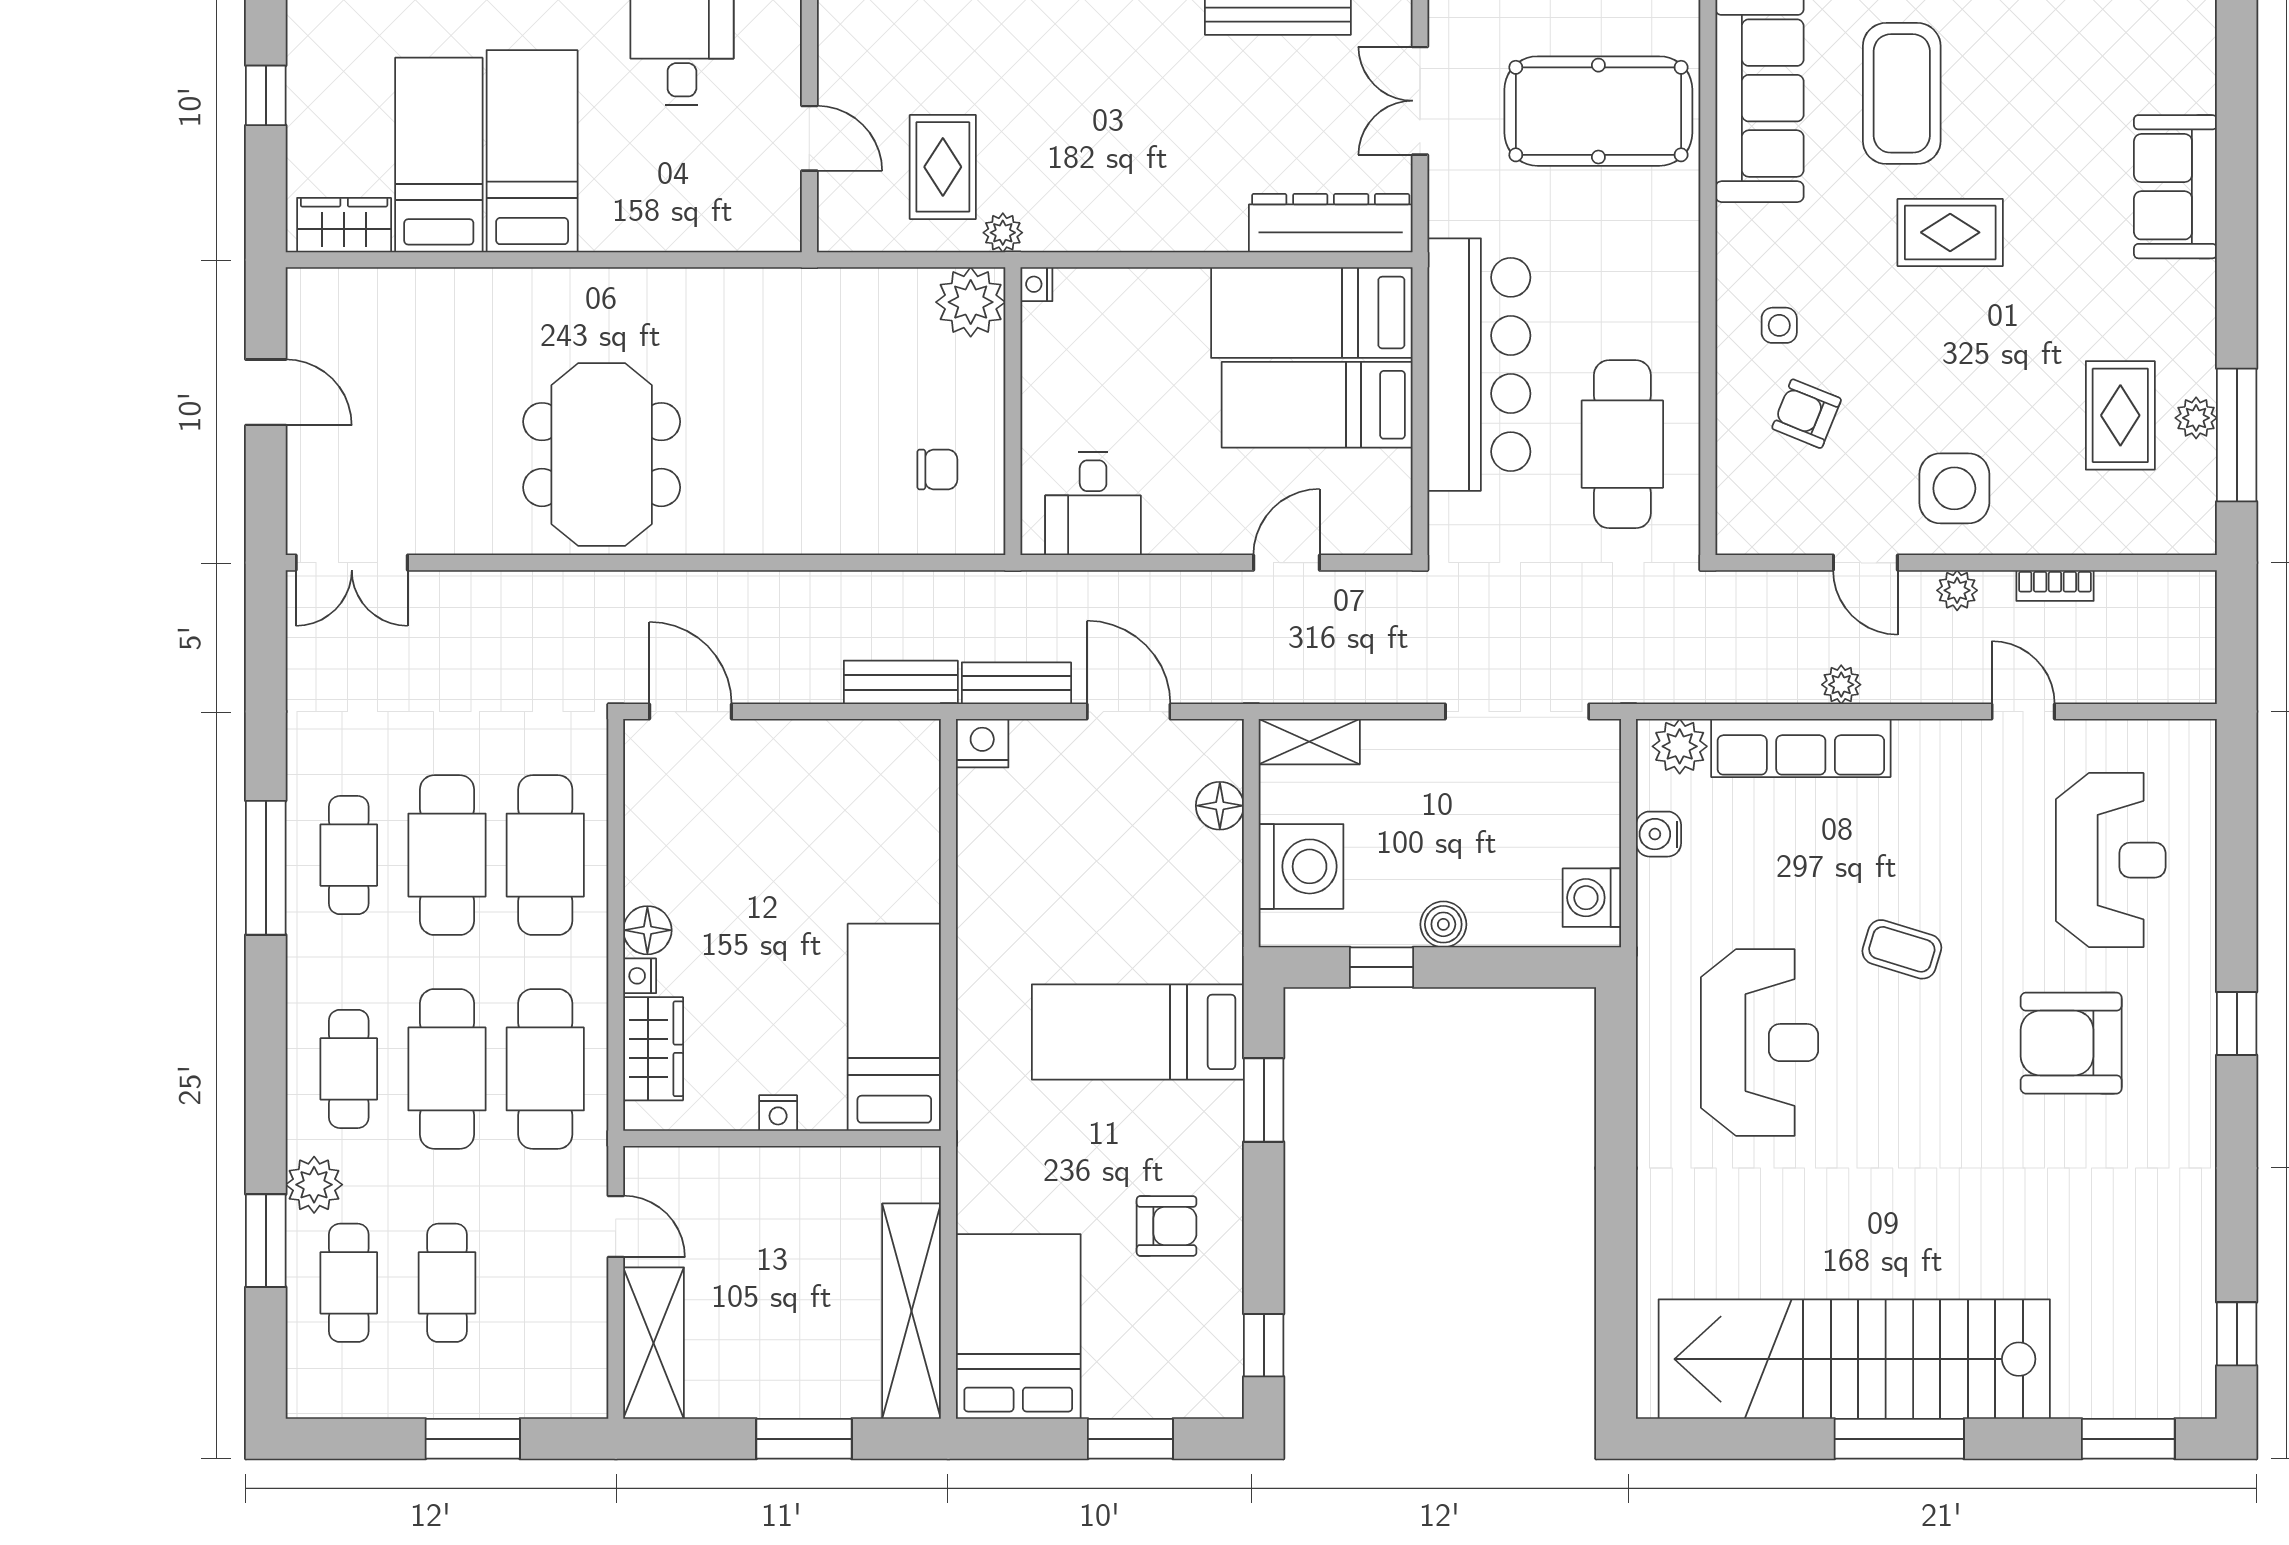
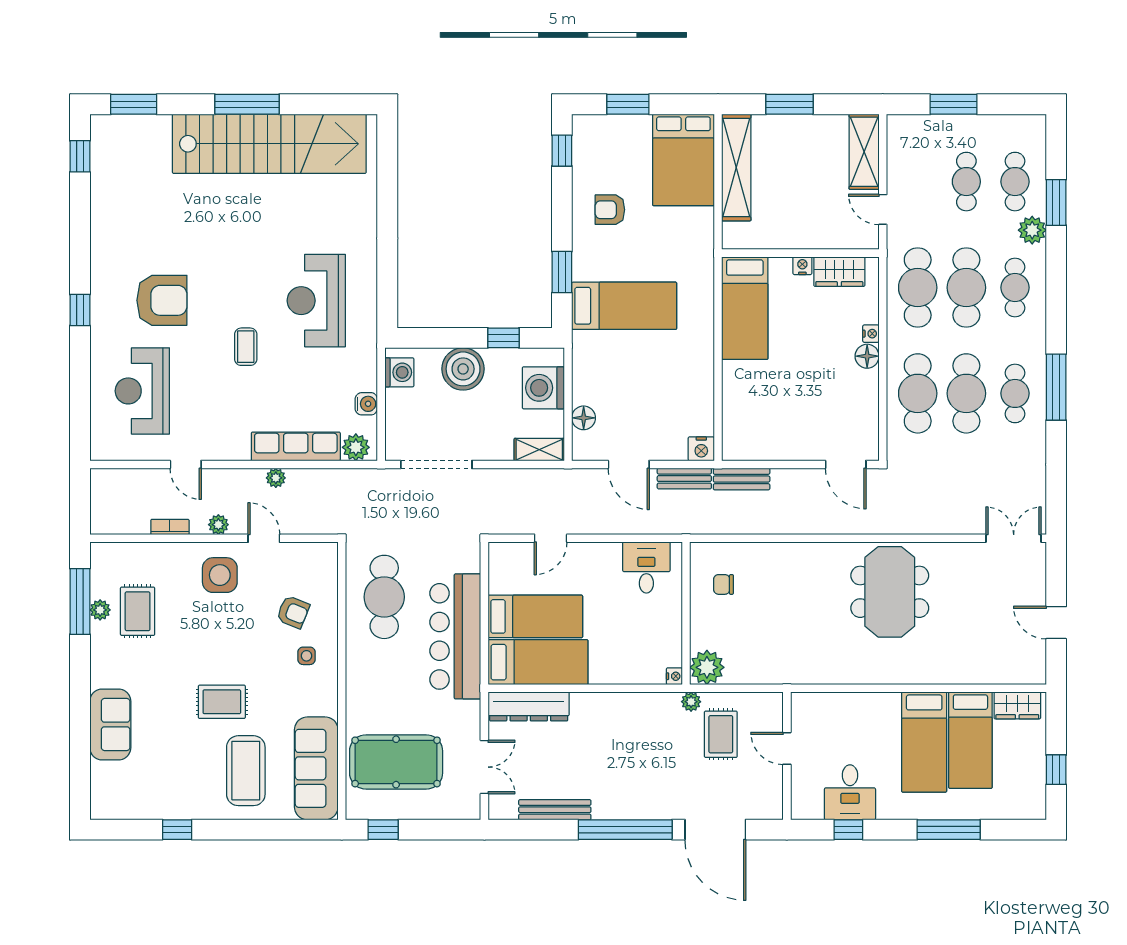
boiler: (1443, 924) -> (463, 369), width x1.86, depth x1.86
coffee table: (1902, 949) -> (246, 347), turned 73
wardrobe: (653, 1049) -> (839, 272), moved, turned -90

